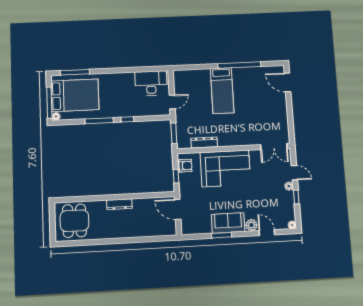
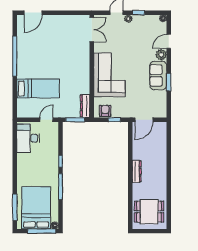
bed: (222, 91) -> (38, 89), moved
door: (172, 102) -> (46, 120), hinge flipped
dresser: (204, 143) -> (85, 106), moved

